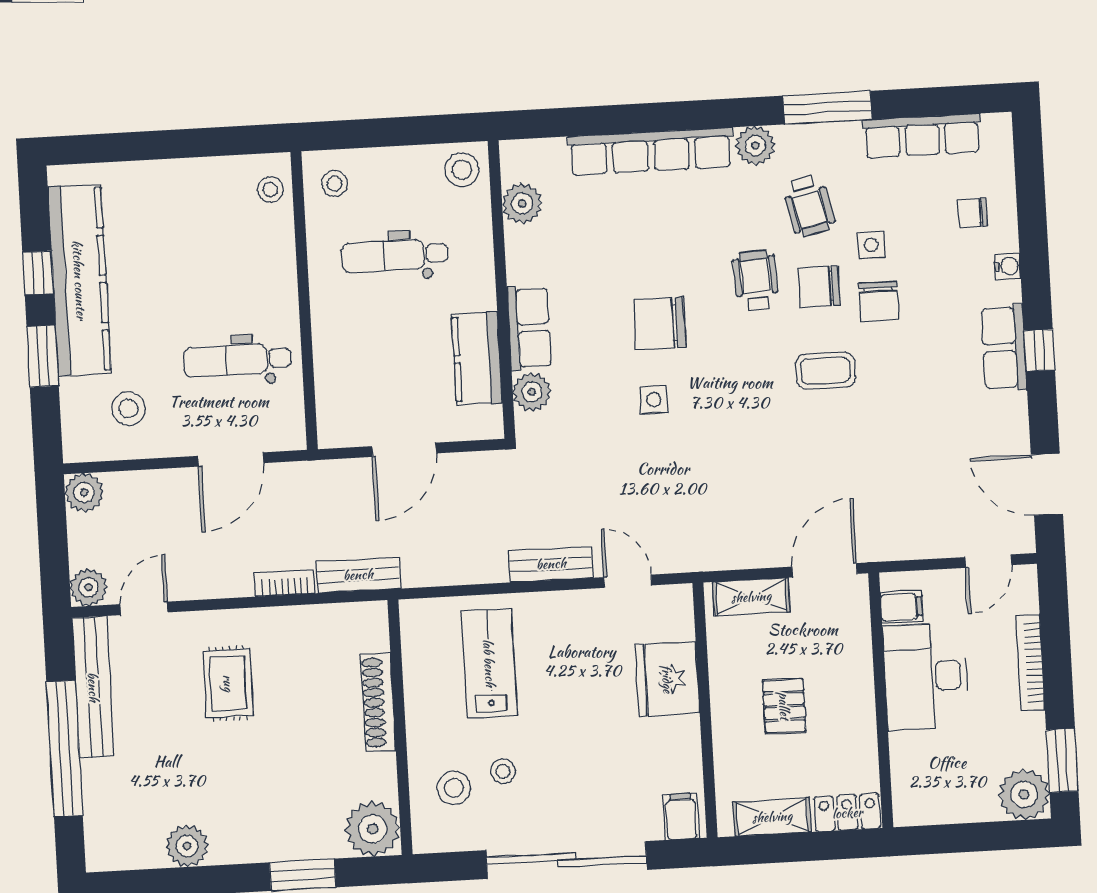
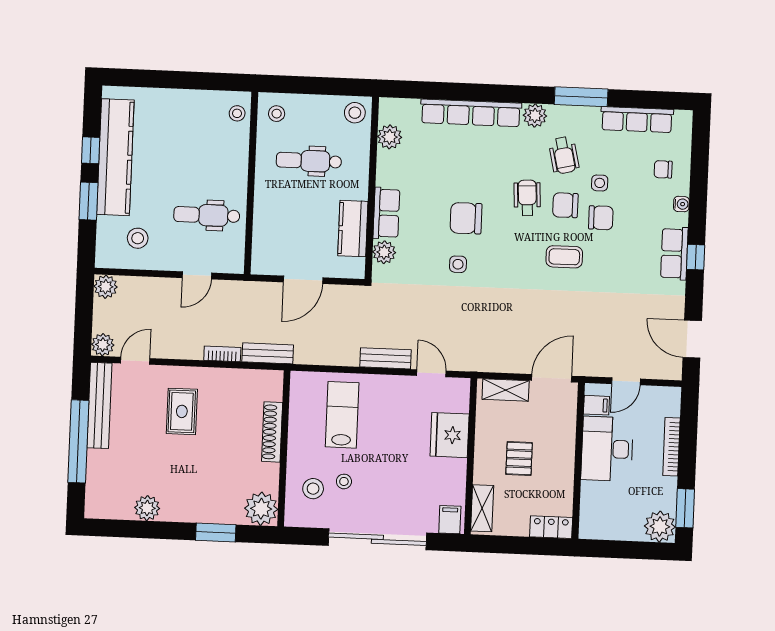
chair: (879, 301) -> (601, 218), turned -90
door: (231, 459) -> (197, 275), width x0.73
door: (988, 561) -> (626, 381), moved
shelving: (772, 817) -> (482, 508), moved, turned 90

